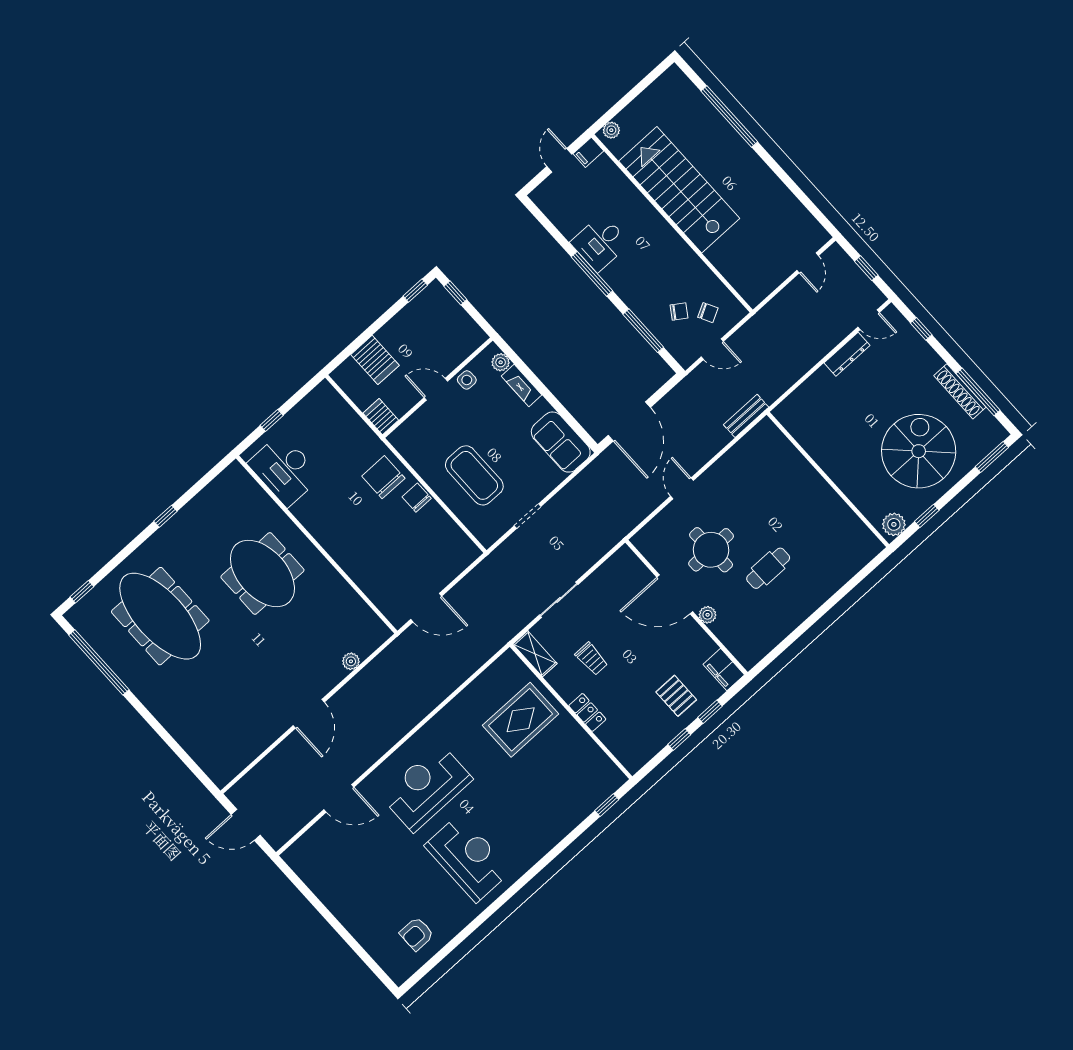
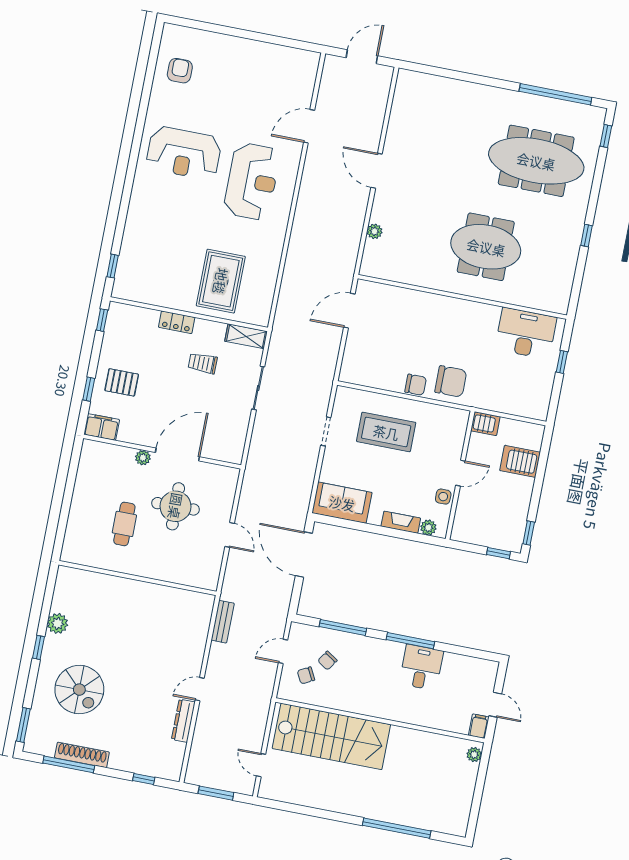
stairs: (679, 190) -> (331, 736), moved
window: (866, 268) -> (216, 793), width x1.50
door: (869, 320) -> (200, 689), moved
spiral stairs: (919, 451) -> (79, 690), width x0.73, depth x0.73
wall: (828, 479) -> (138, 578), moved
window: (679, 739) -> (102, 320), moved

